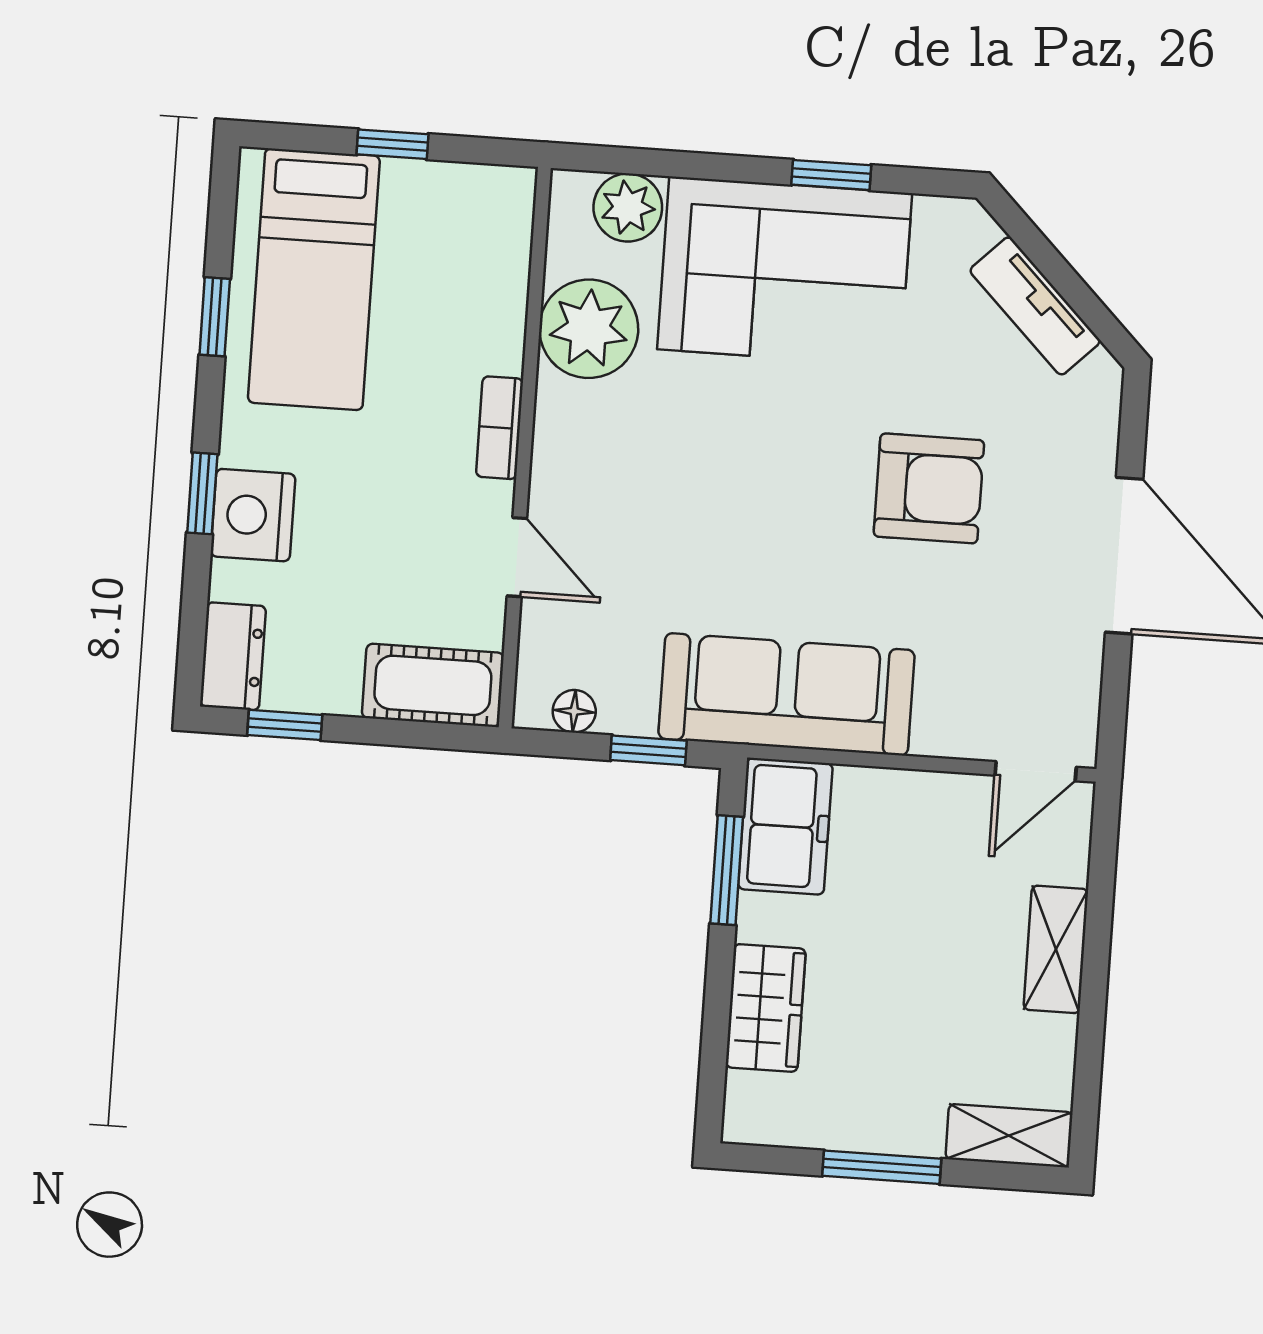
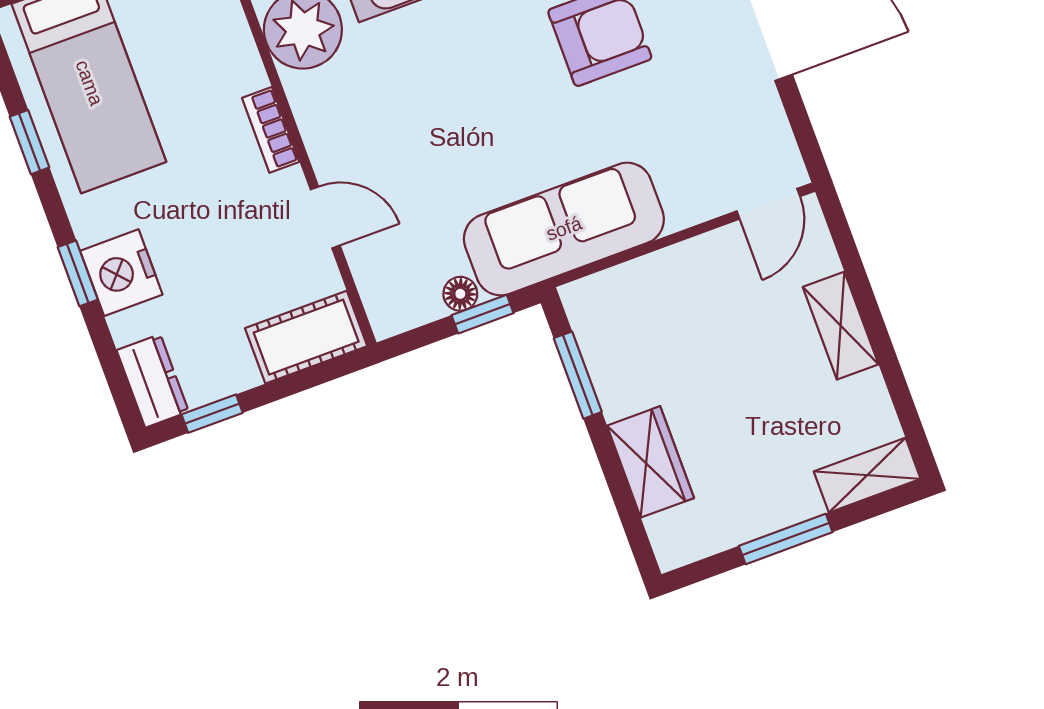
floor lamp: (574, 711) -> (460, 294), moved
freezer: (785, 826) -> (606, 324), removed

